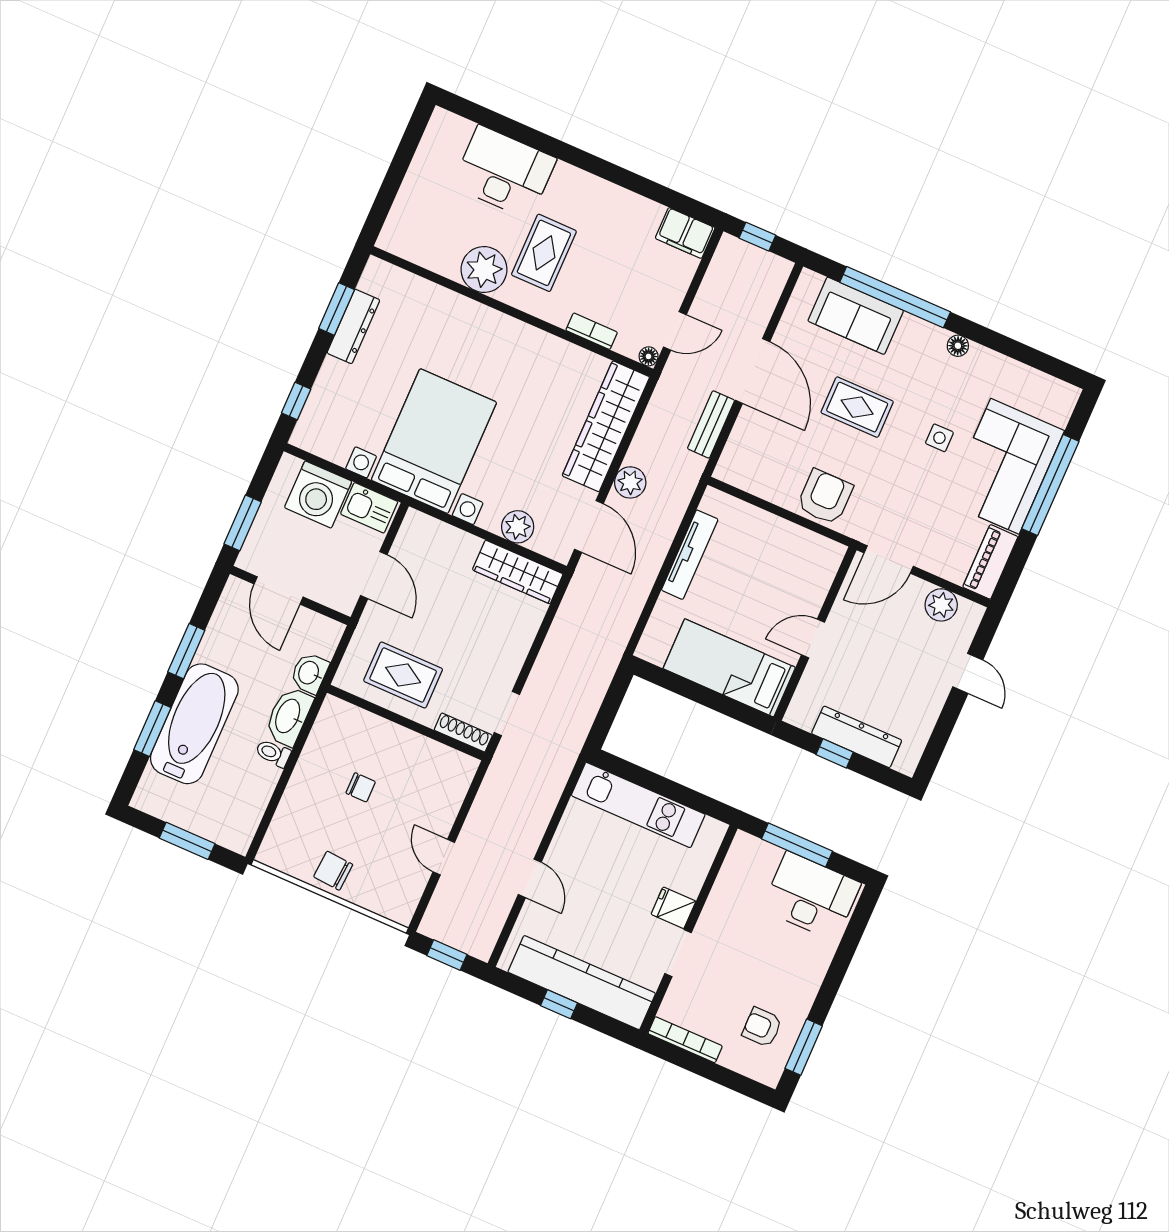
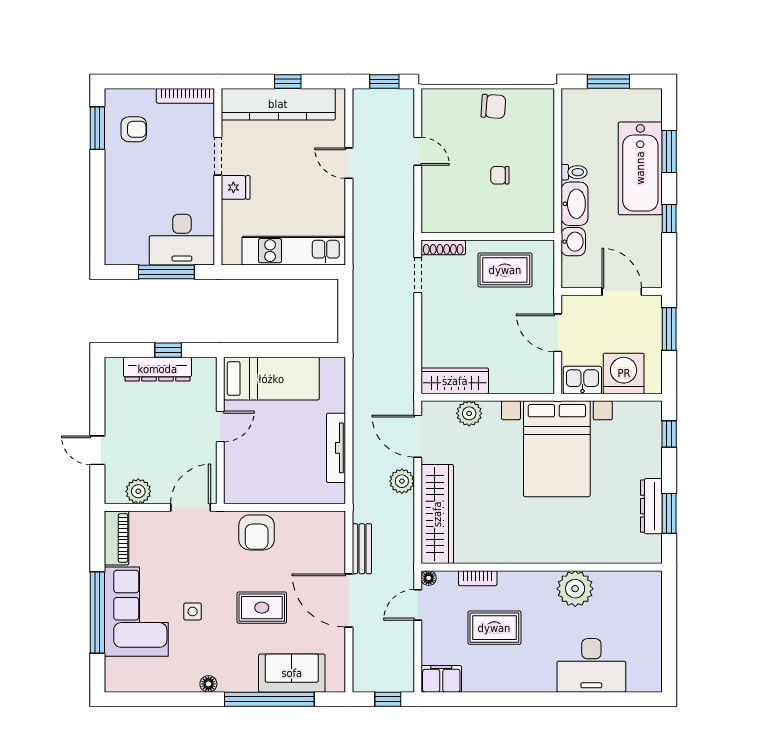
rug: (544, 253) -> (494, 628), moved, turned 90
window: (186, 651) -> (669, 218), width x0.67
desk: (811, 896) -> (182, 240), moved

